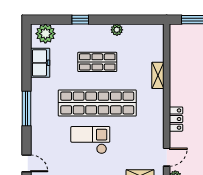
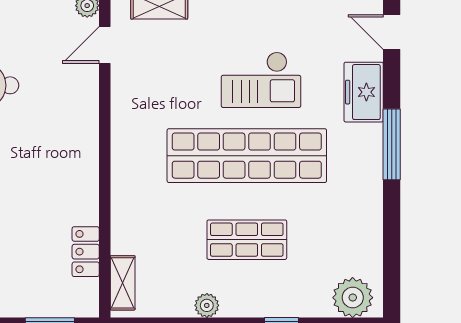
freezer: (40, 63) -> (364, 92), moved
shelving: (158, 75) -> (123, 283), moved
locker: (176, 119) -> (86, 252), moved

